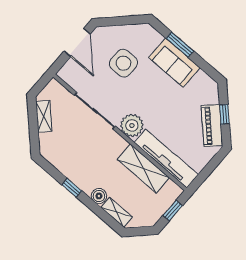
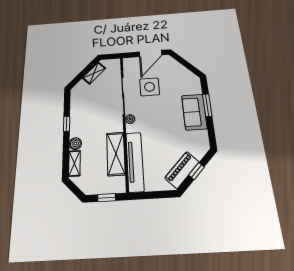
side table: (123, 63) -> (150, 87), moved
plant: (132, 125) -> (130, 119), width x0.53, depth x0.53

